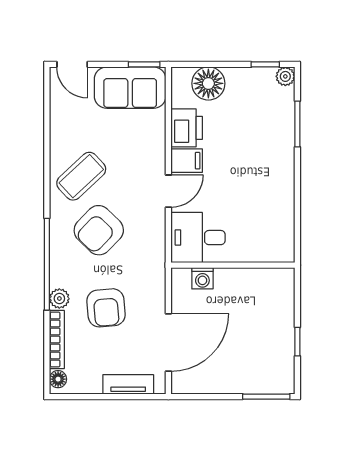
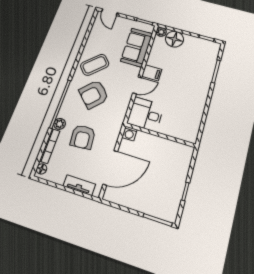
plant: (285, 76) -> (161, 32), moved
sofa: (130, 88) -> (137, 47), moved, turned 90
printer: (187, 128) -> (157, 57), removed
washing machine: (202, 278) -> (129, 133), moved

